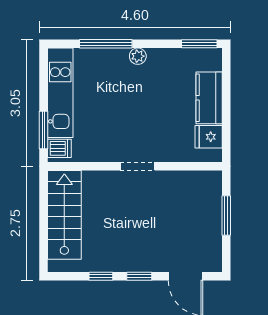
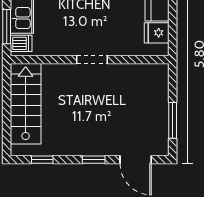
window: (226, 216) -> (173, 120), moved
window: (101, 276) -> (42, 160), moved

